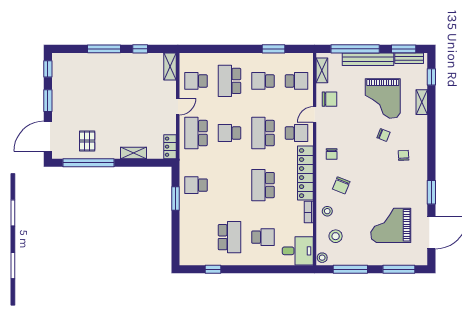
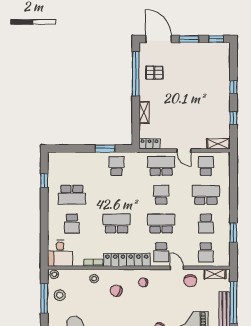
window: (104, 49) -> (233, 87), width x0.46
school desk: (263, 81) -> (206, 224), turned 180
stool: (336, 236) -> (60, 295), moved

